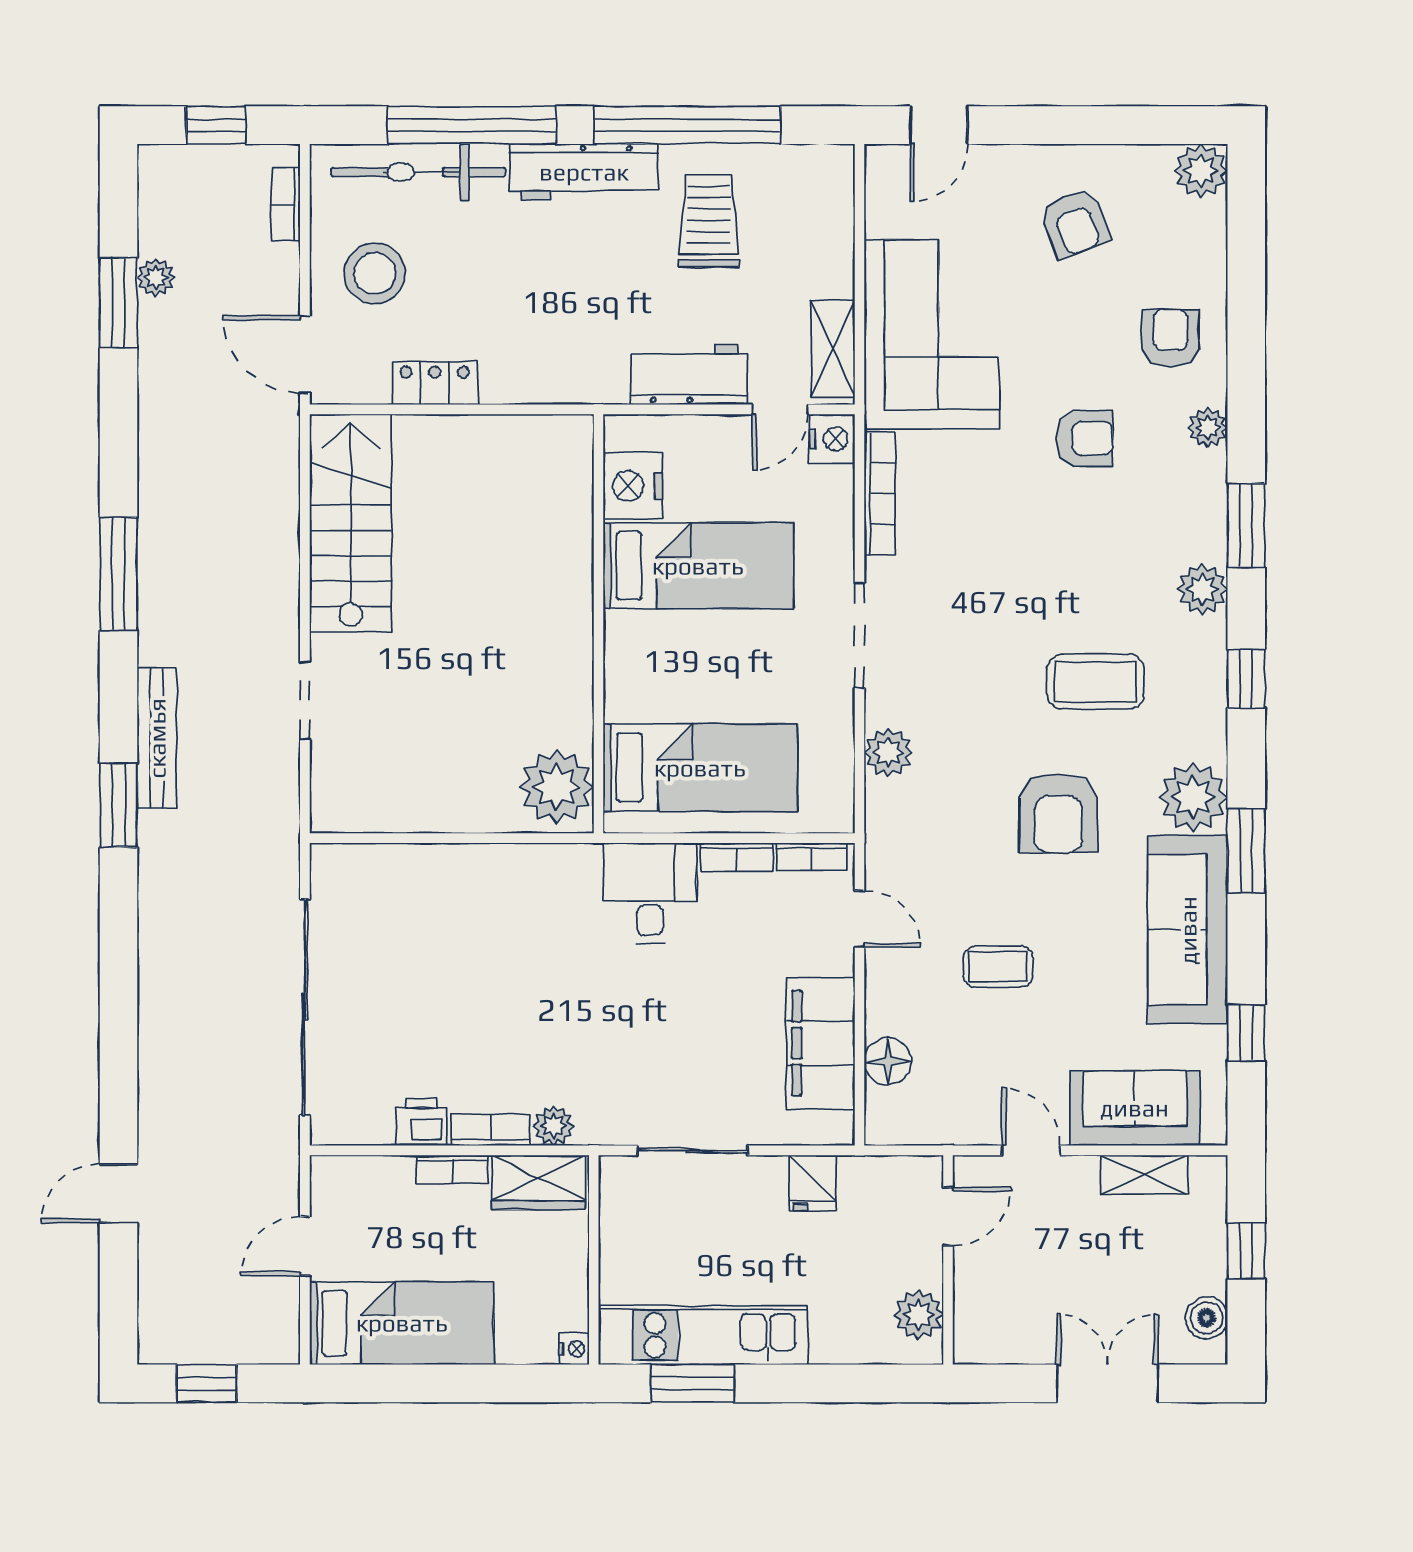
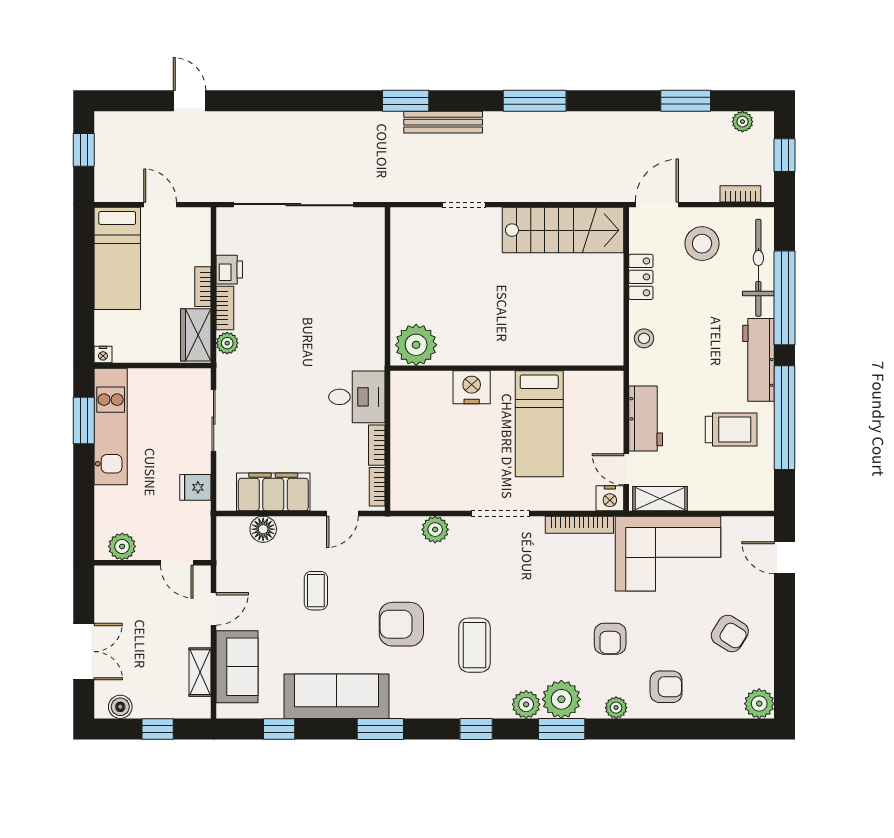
armchair: (1075, 223) -> (730, 633), turned -127
plant: (156, 277) -> (742, 122), moved
stool: (545, 377) -> (644, 338), added
nightstand: (633, 486) -> (472, 387), moved
bed: (700, 768) -> (427, 425), removed
plant: (1193, 797) -> (561, 699), moved

